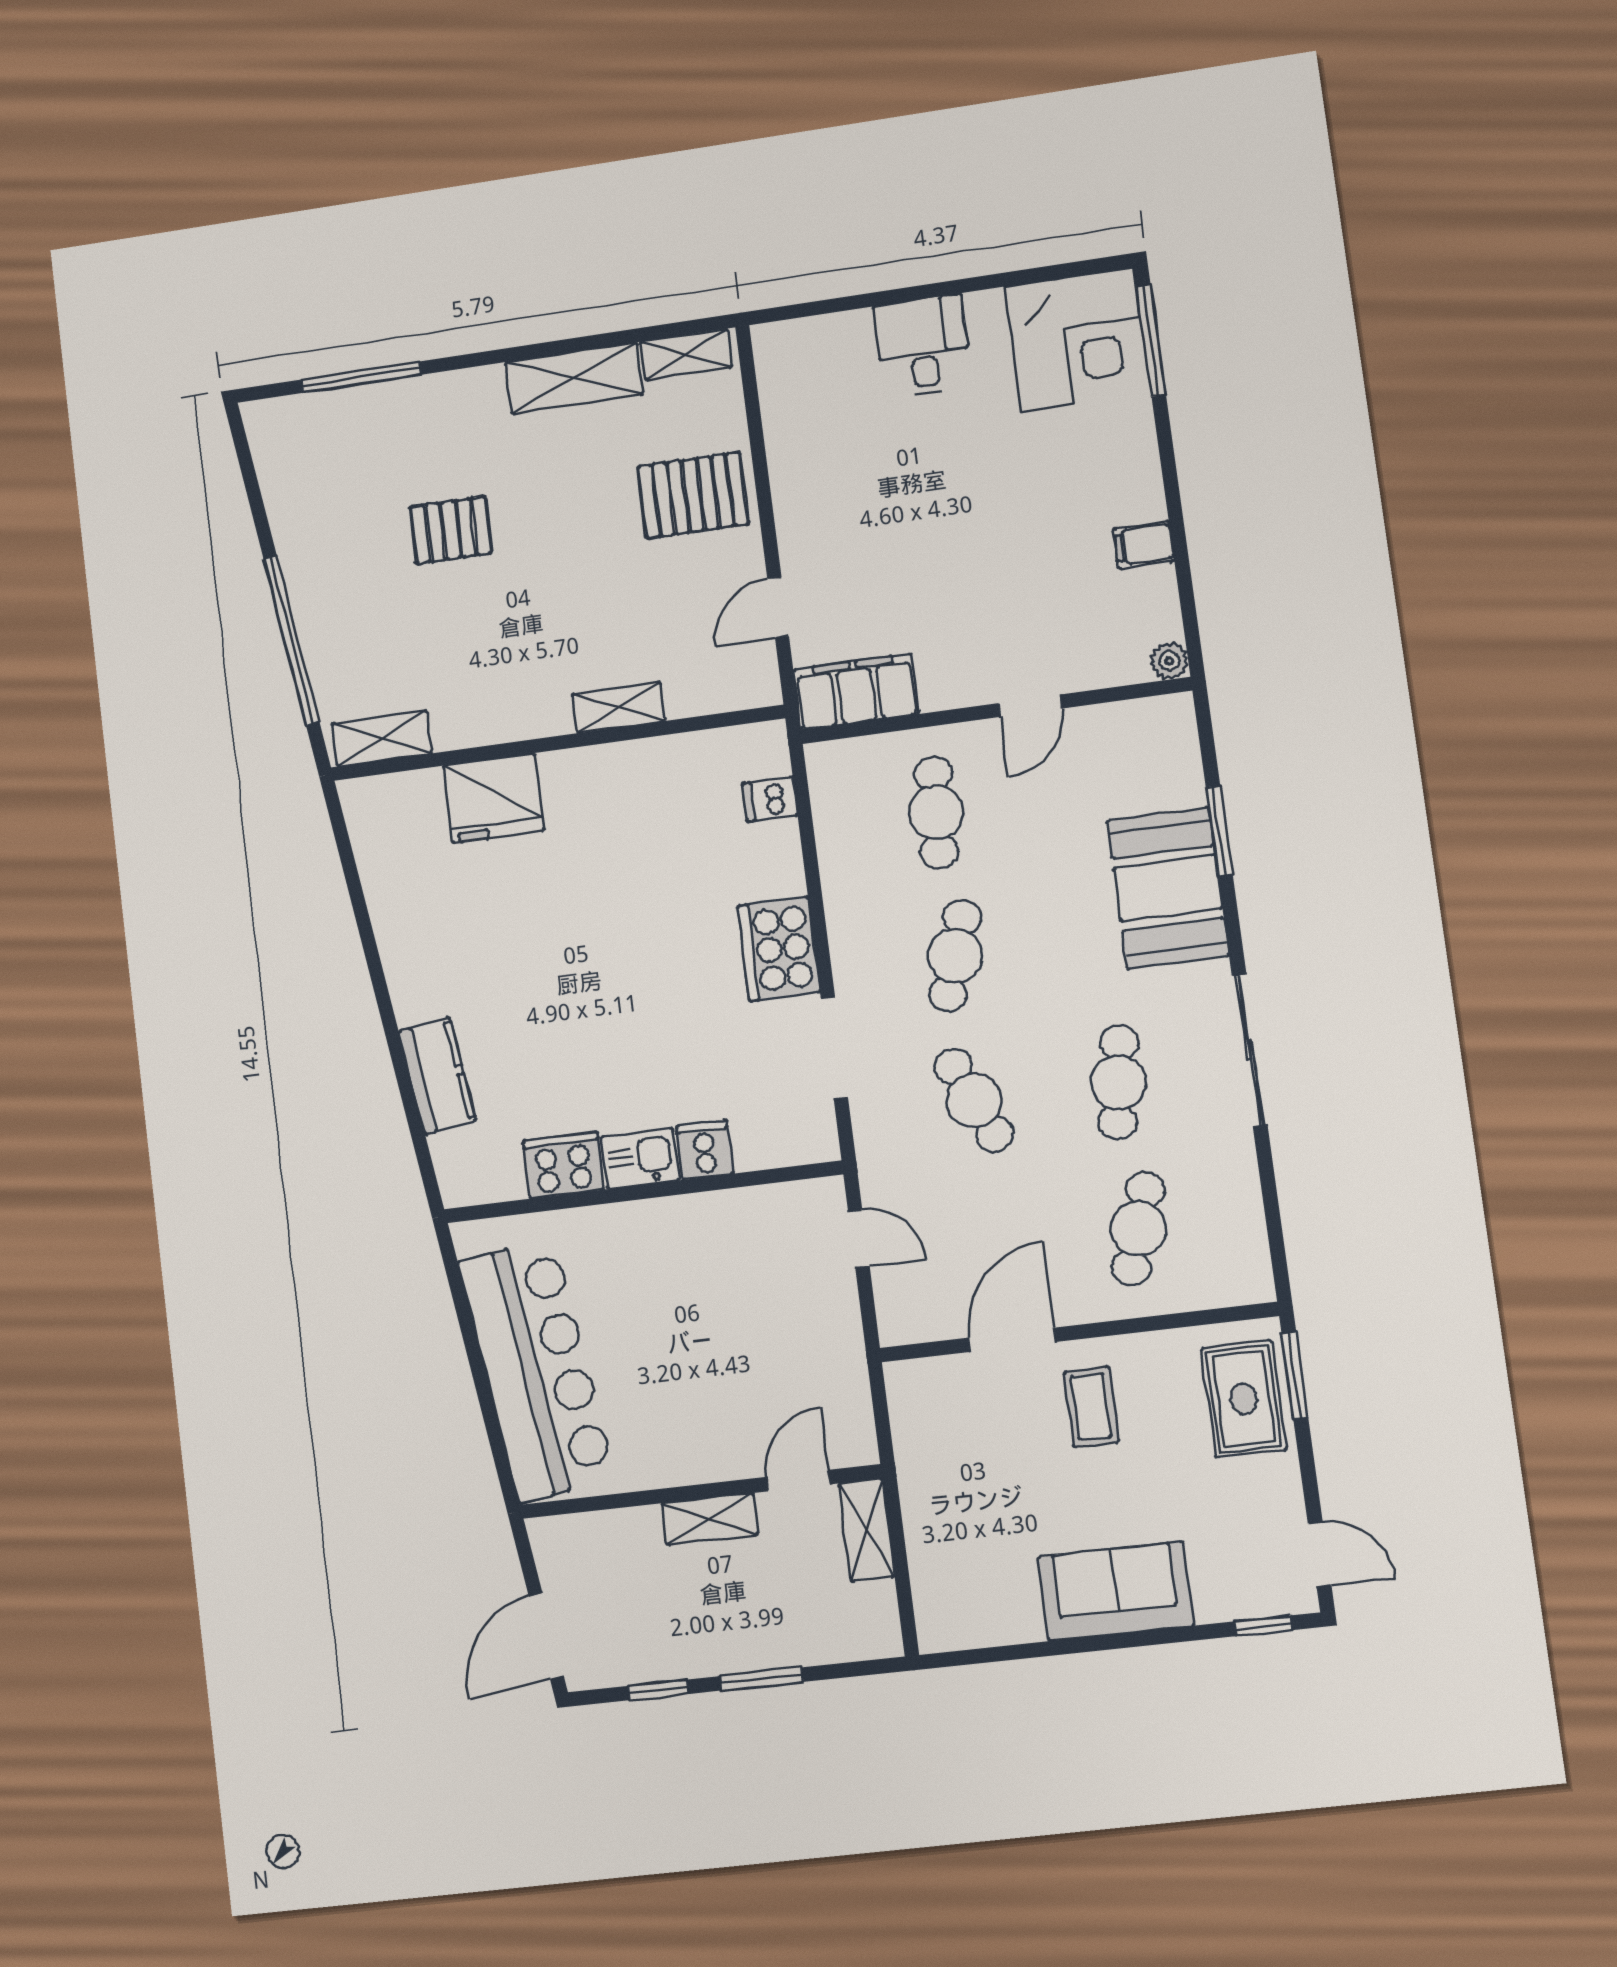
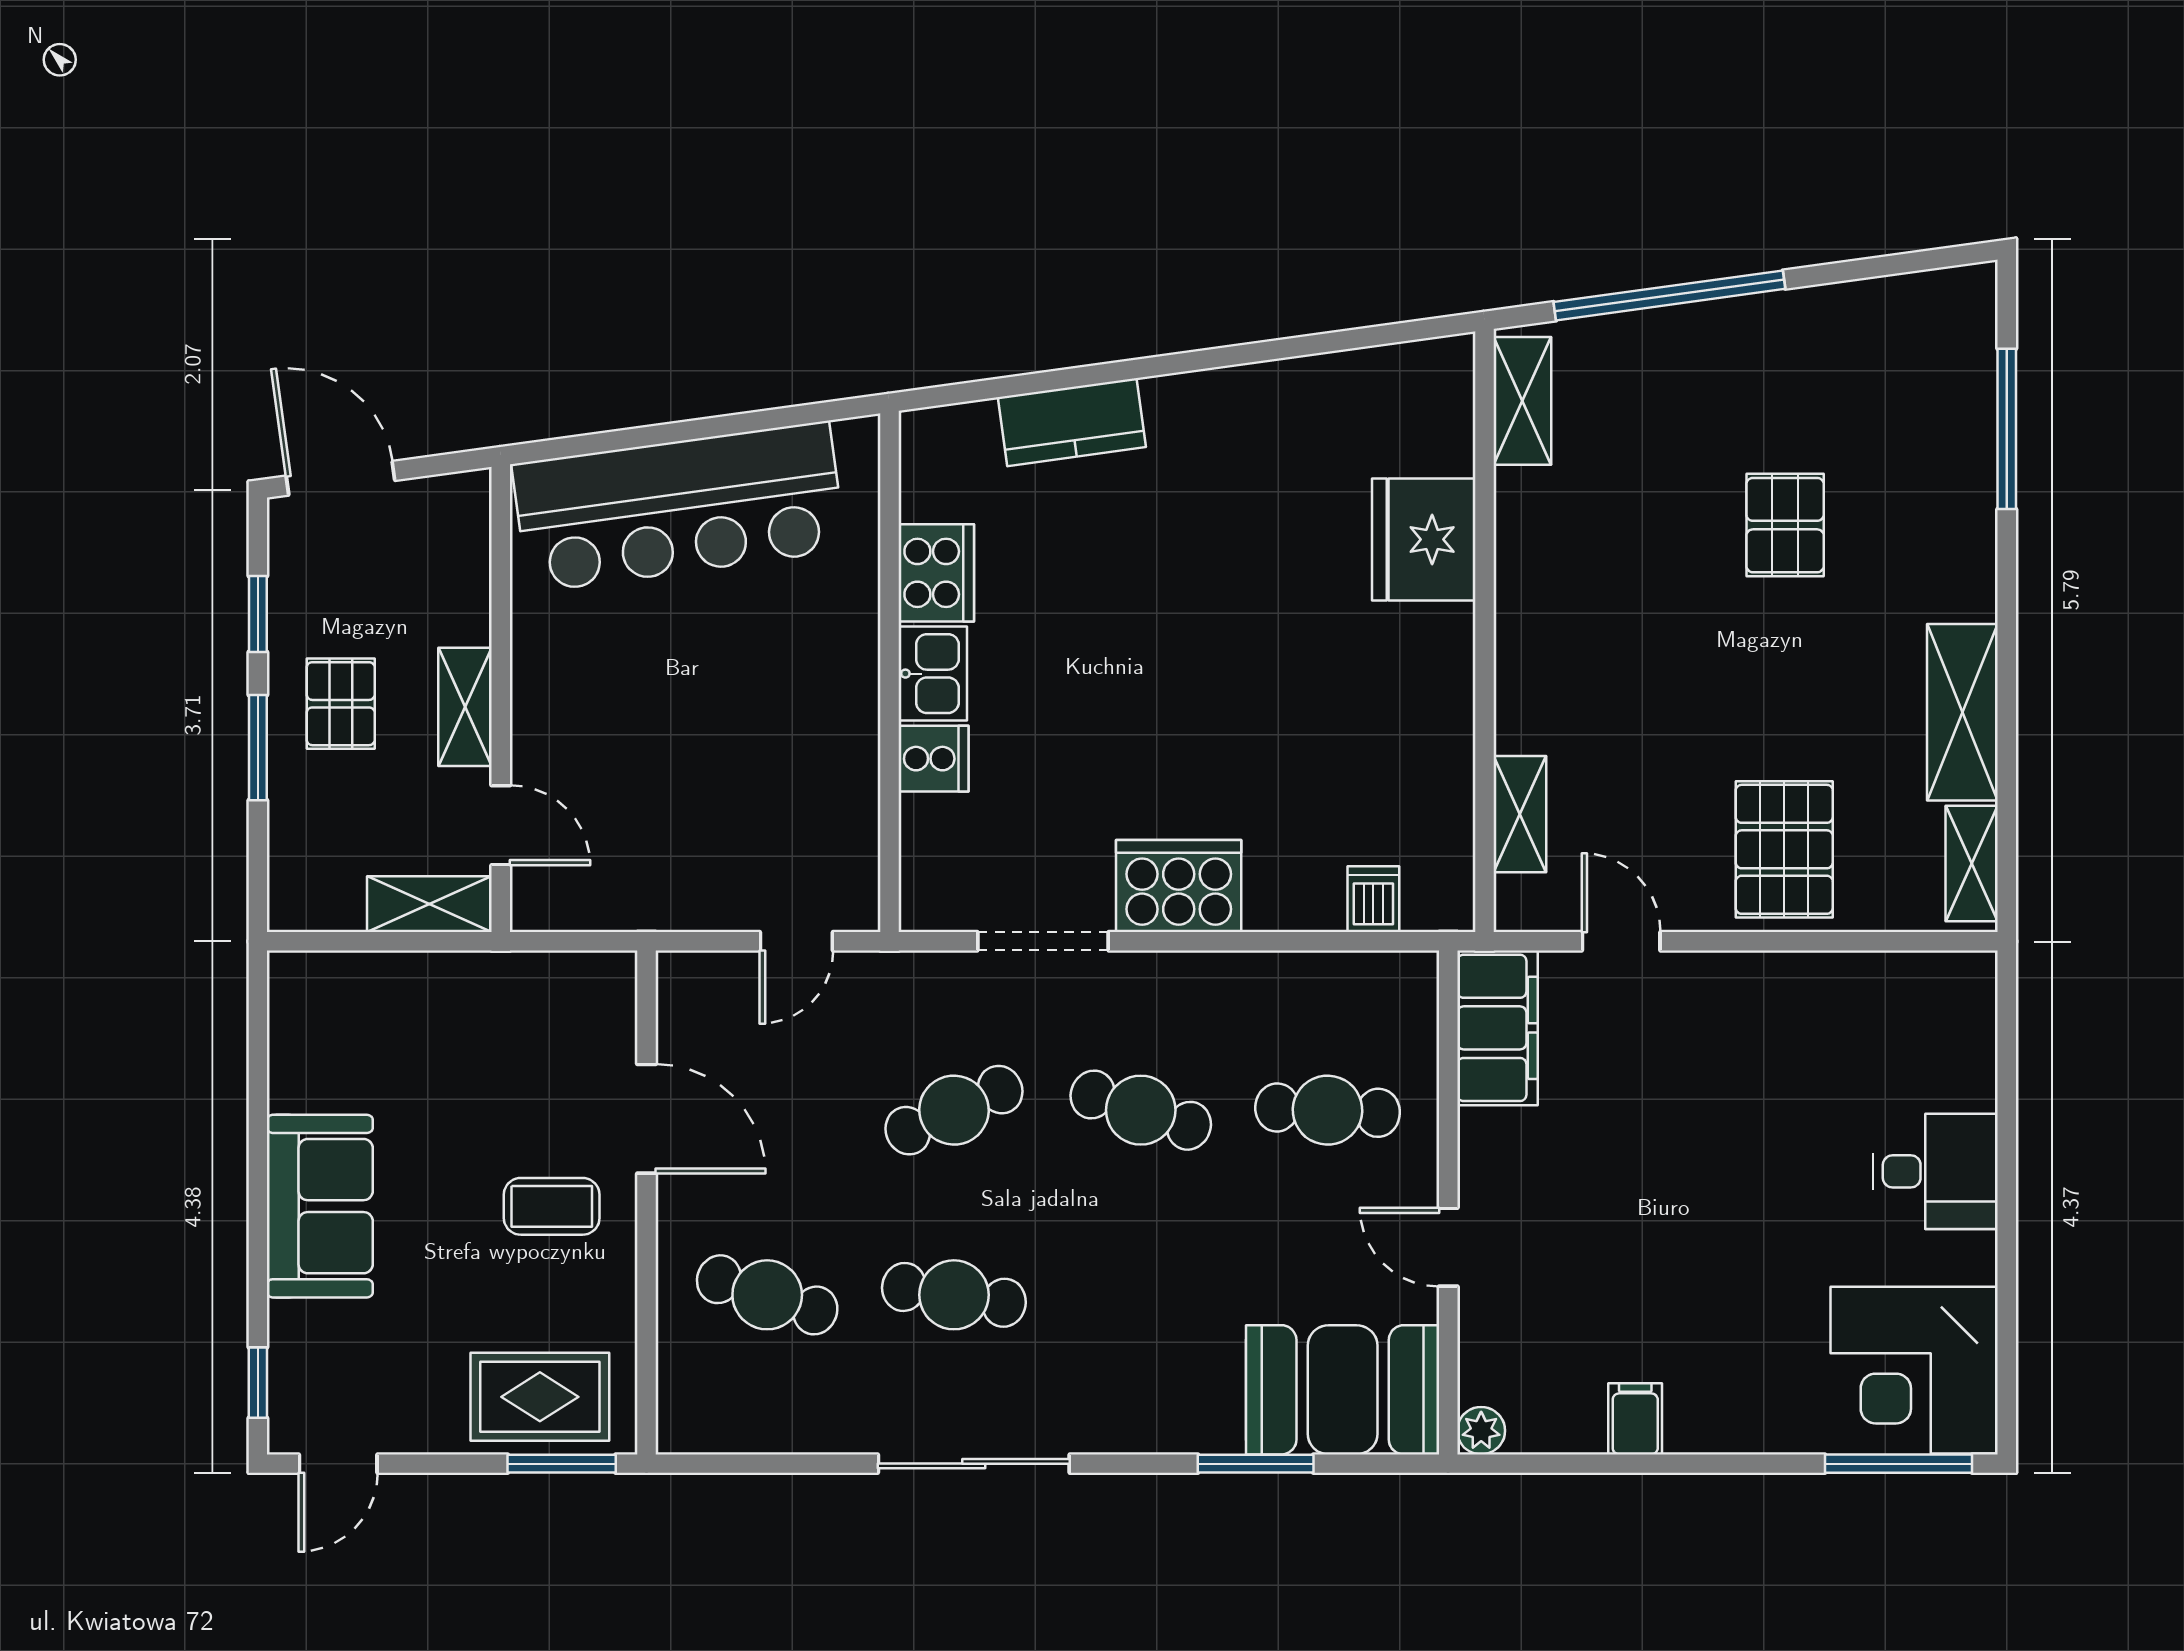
shelving: (619, 707) -> (1520, 814), moved
booth: (1168, 888) -> (1343, 1390), moved
pallet: (720, 1617) -> (341, 704), added

